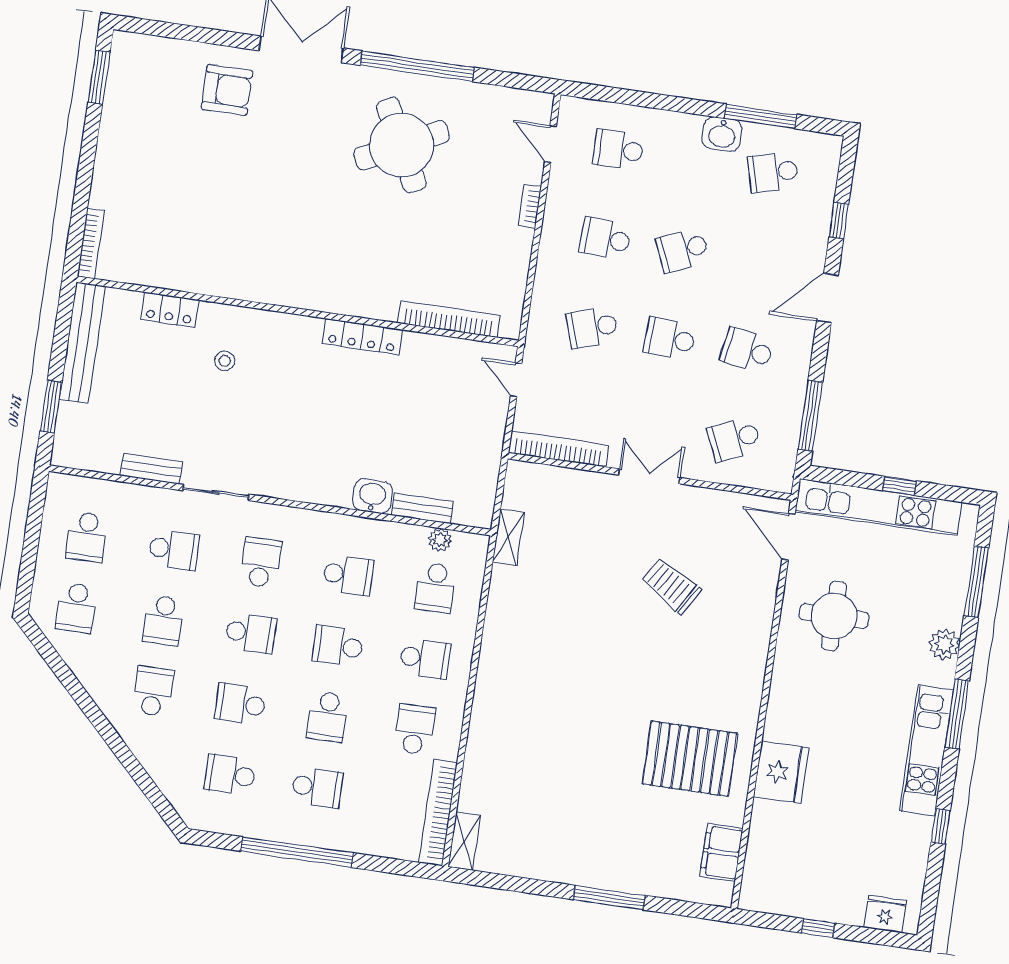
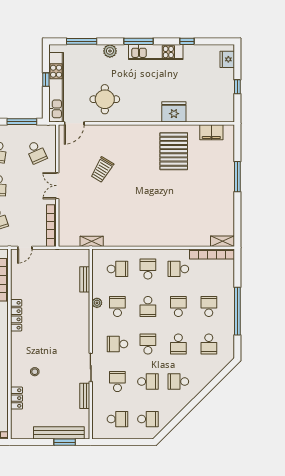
bench: (82, 343) -> (59, 433), moved
washbasin: (372, 496) -> (83, 301), removed
plant: (440, 540) -> (97, 303), moved
school desk: (327, 717) -> (178, 306), turned -90

